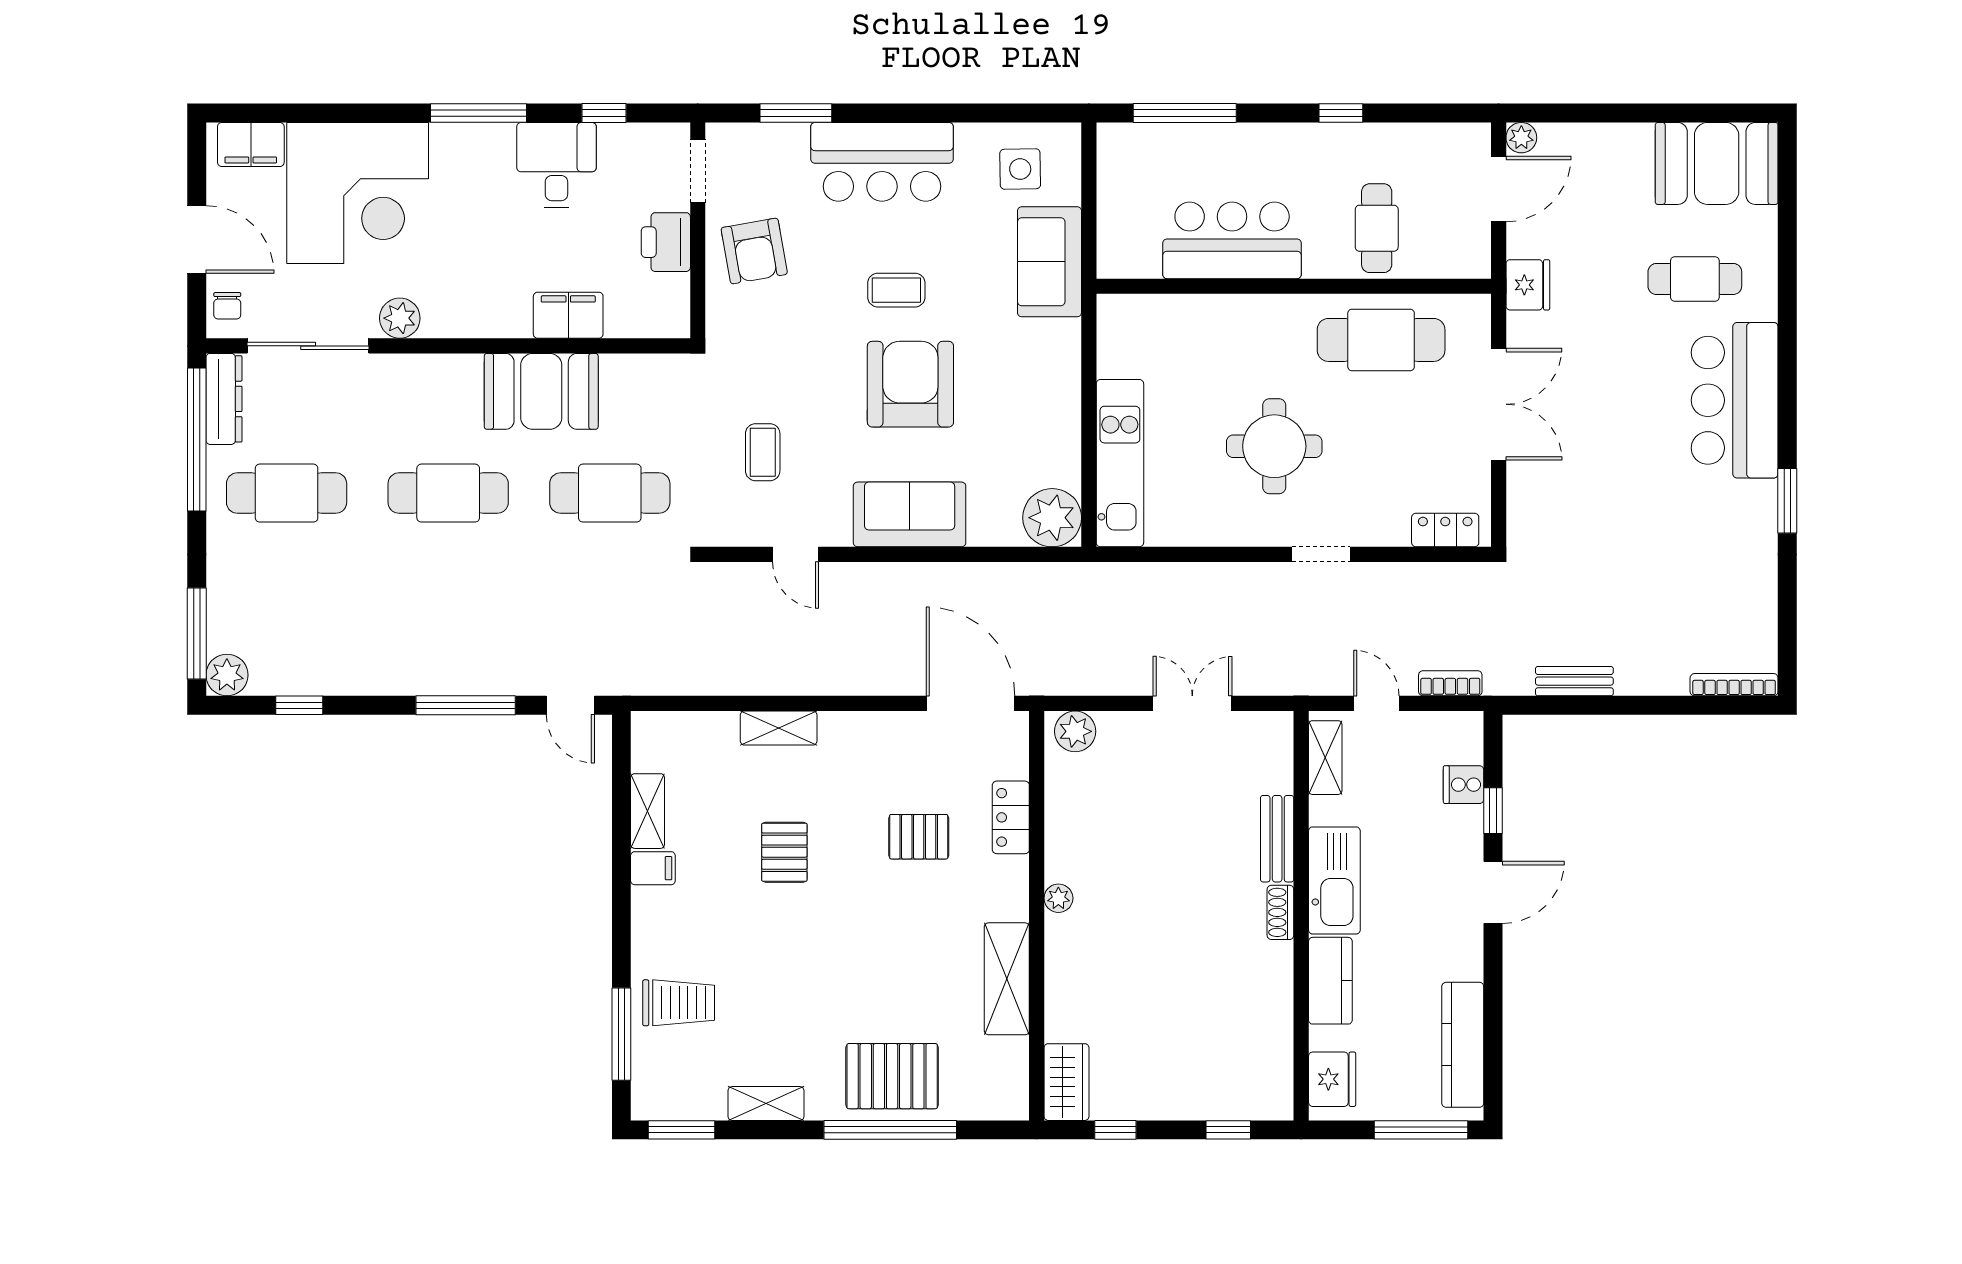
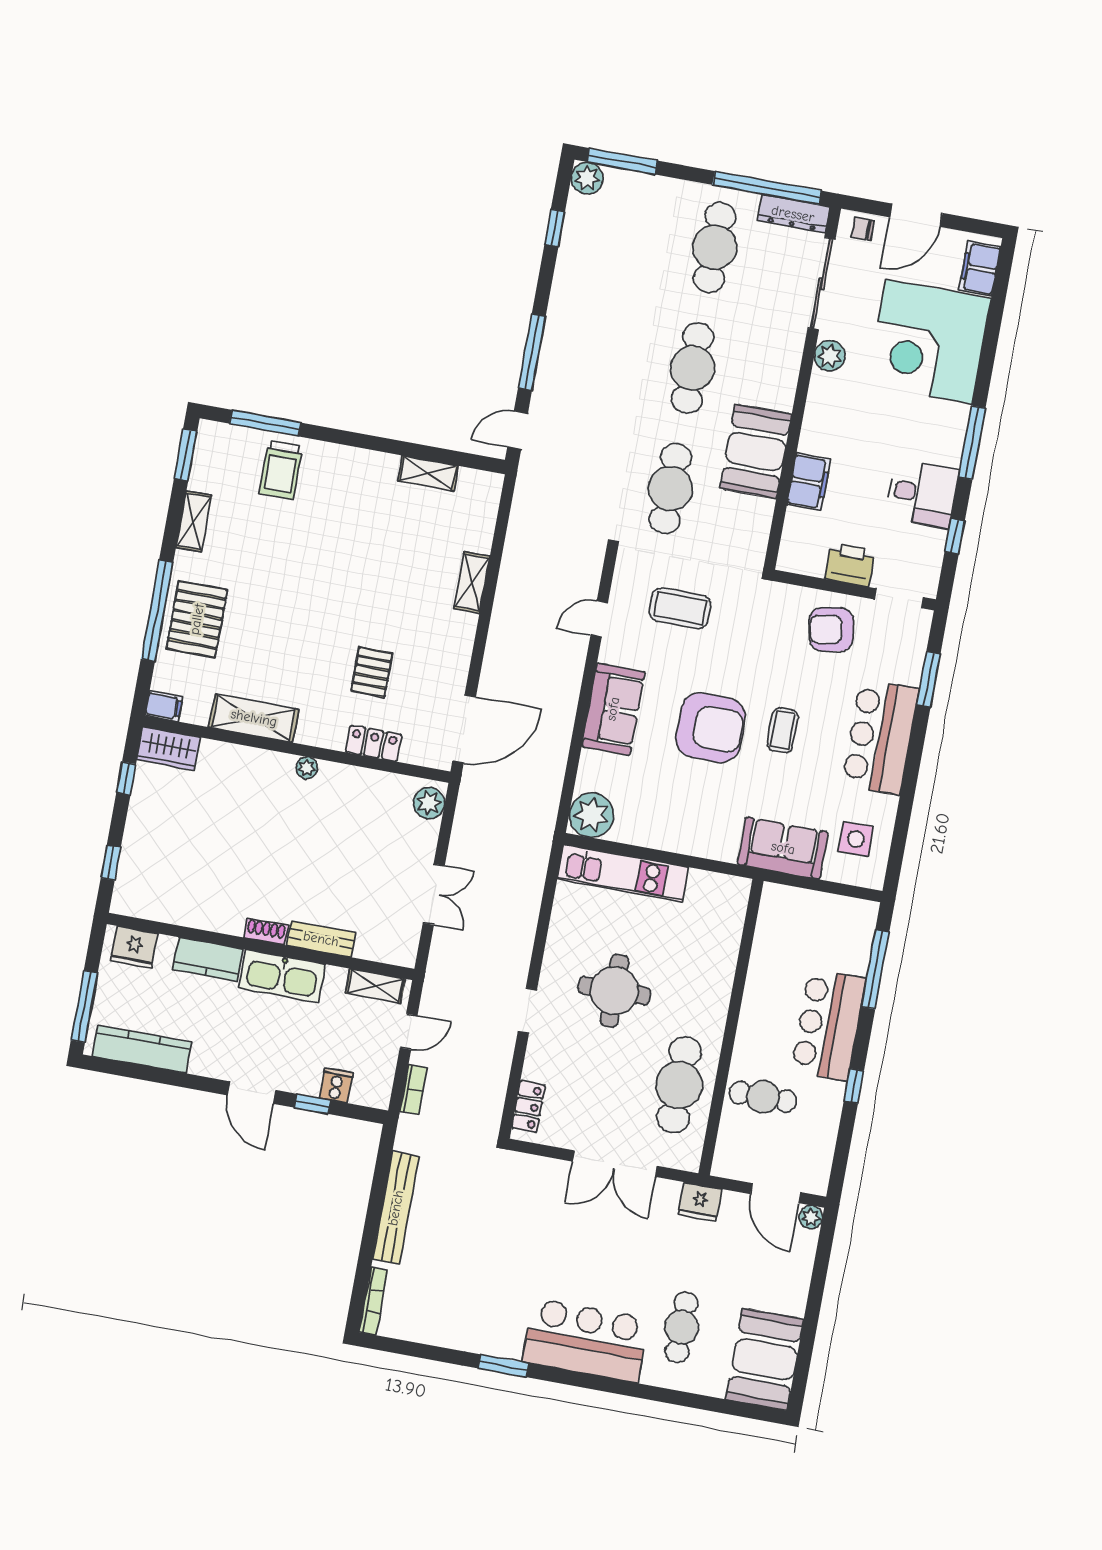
bar counter: (1232, 240) -> (828, 1024), moved, turned 180
coffee table: (763, 452) -> (680, 608), width x1.36, depth x1.30
bench: (1574, 681) -> (396, 1208), width x1.86, depth x1.21
pallet: (784, 852) -> (379, 570), removed
filing cabinet: (653, 868) -> (164, 706), moved, turned -90

